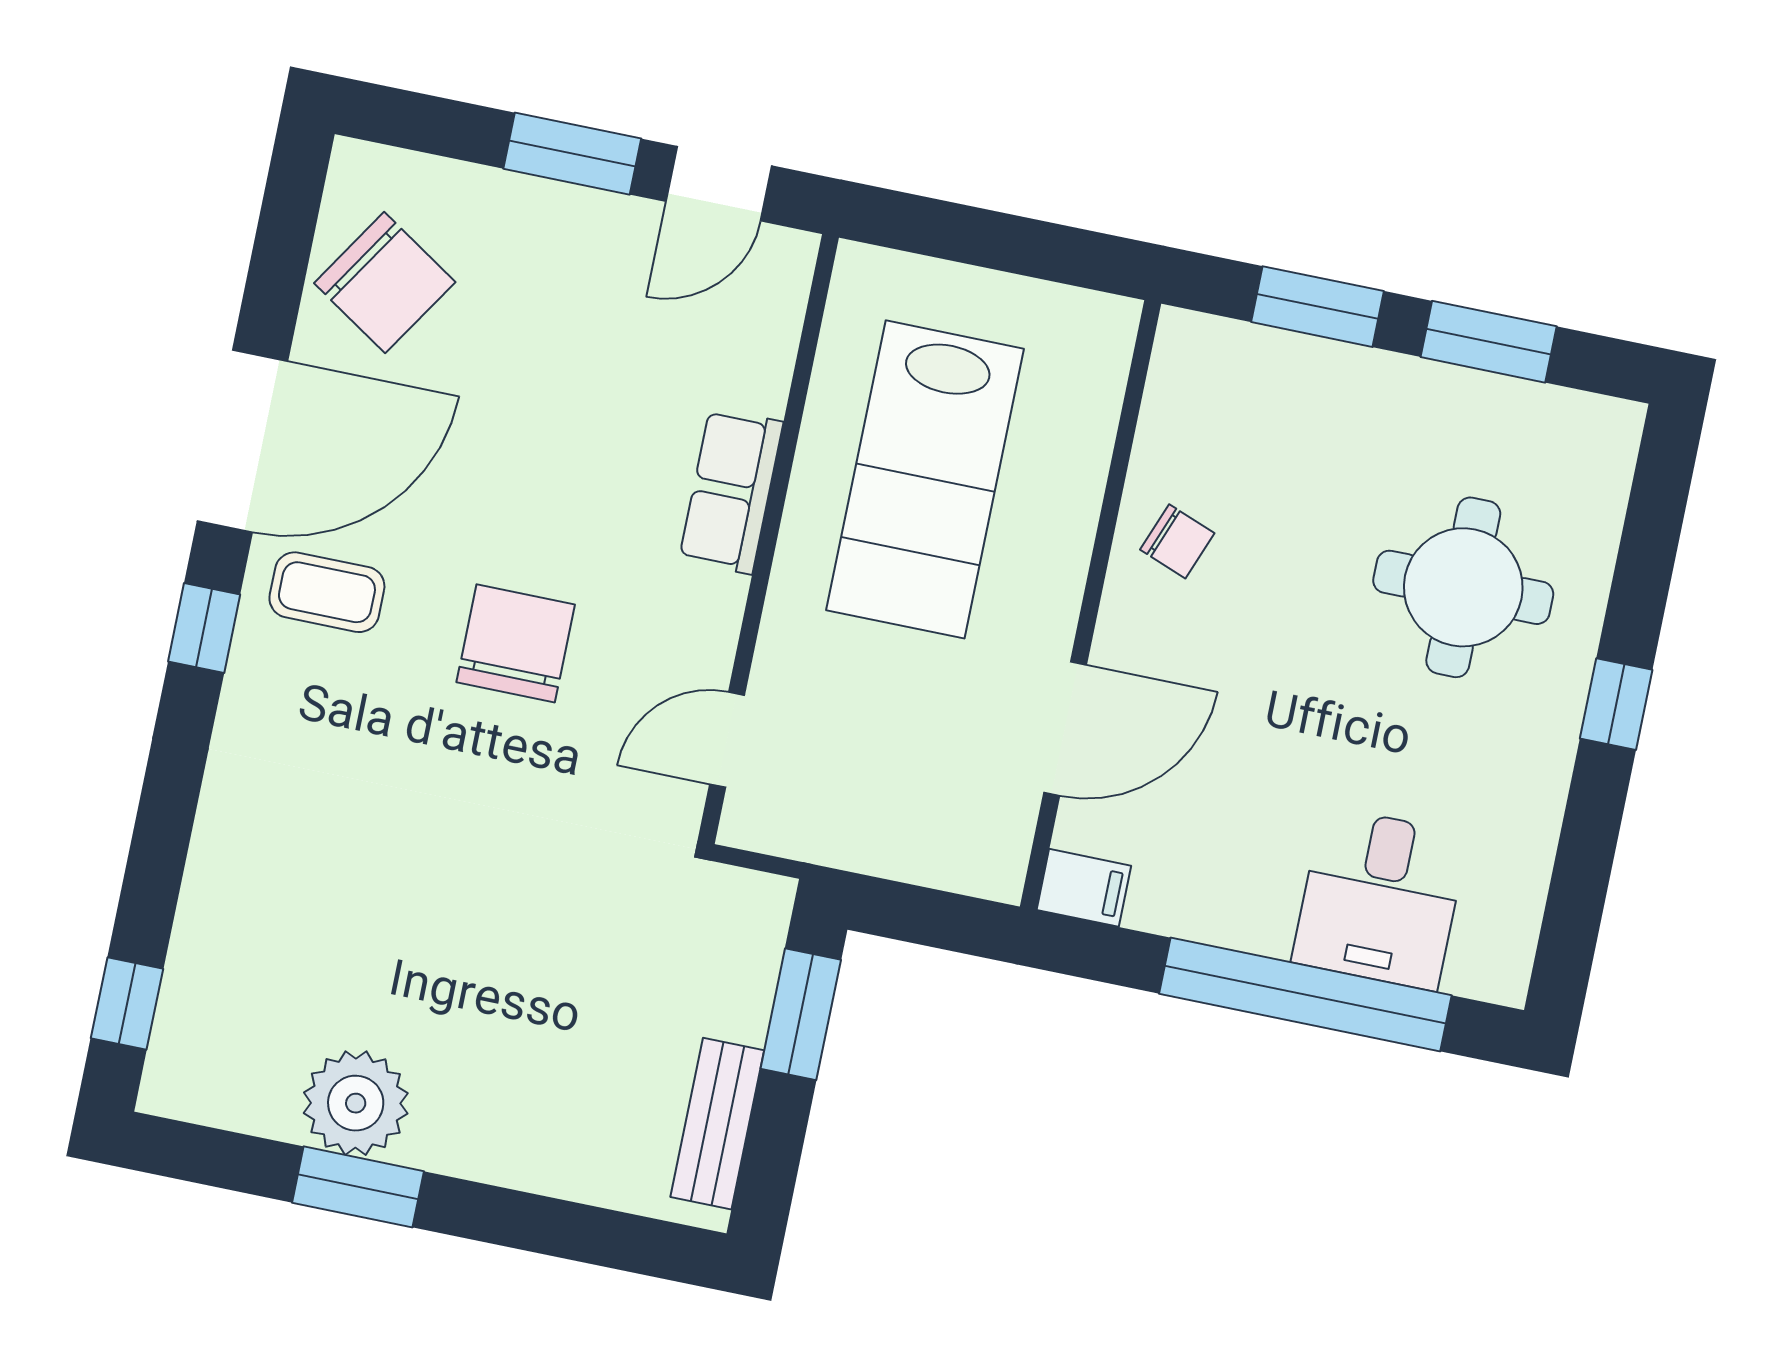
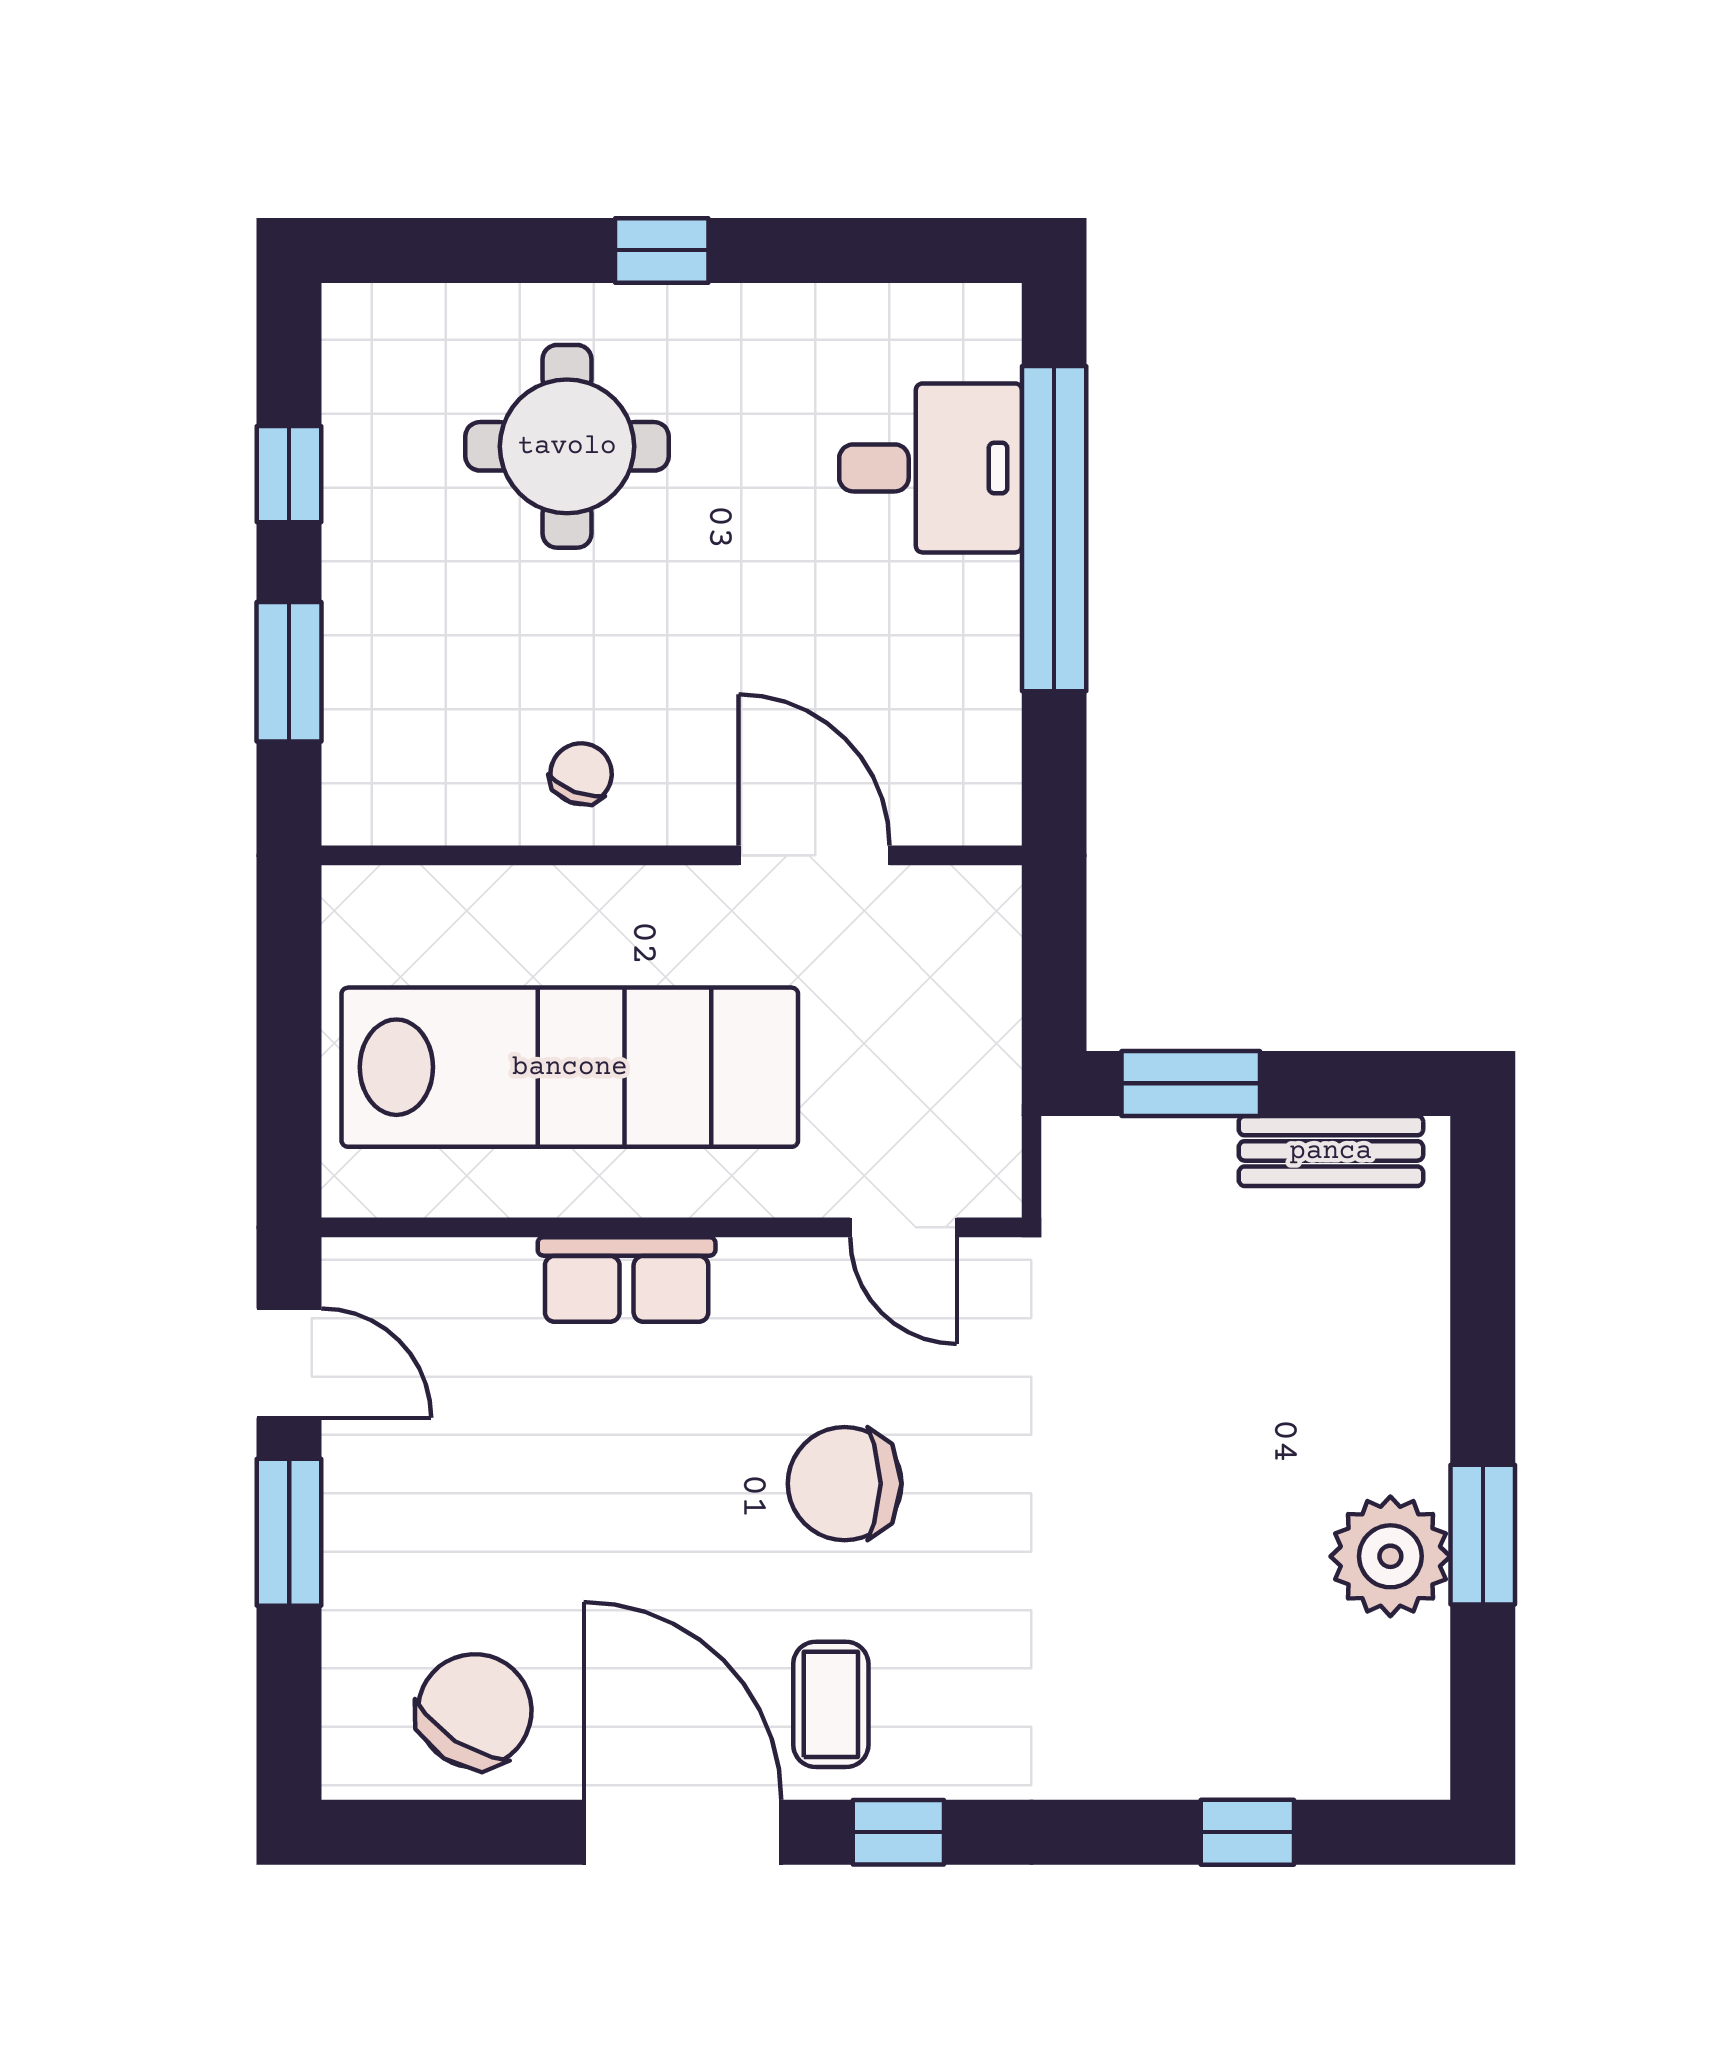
window: (1489, 342) -> (289, 474), width x0.67
lab bench: (925, 479) -> (570, 1067), width x1.36
filing cabinet: (1084, 888) -> (986, 798), removed
window: (127, 1004) -> (1247, 1832), moved

